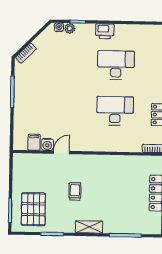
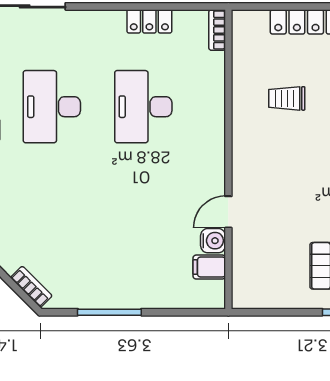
door: (61, 152) -> (228, 212), hinge flipped
trolley: (75, 191) -> (287, 98), moved

